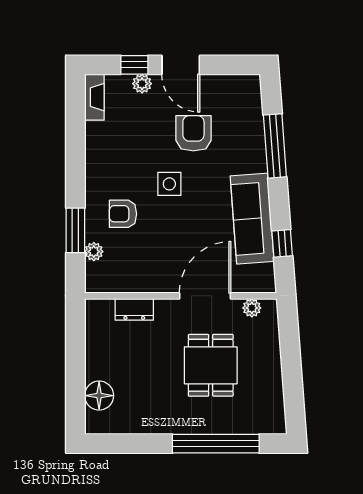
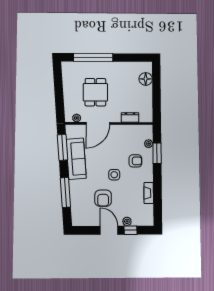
fireplace: (94, 97) -> (149, 193), moved
window: (282, 243) -> (62, 147), width x2.17

